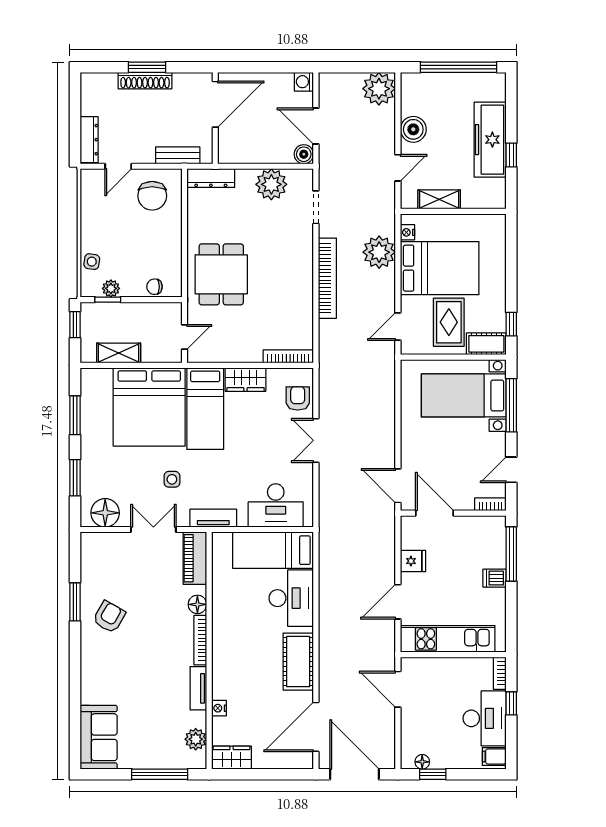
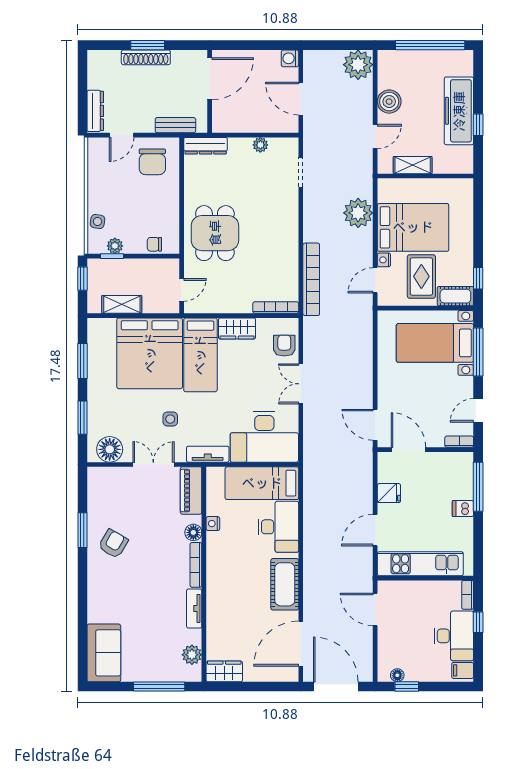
boiler: (304, 154) -> (290, 124), removed
plant: (271, 184) -> (260, 145), width x0.53, depth x0.53
nightstand: (408, 232) -> (384, 260), moved
bookcase: (327, 278) -> (311, 279), moved
desk: (276, 505) -> (264, 437), width x1.36, depth x1.30
nightstand: (219, 708) -> (213, 524), moved

